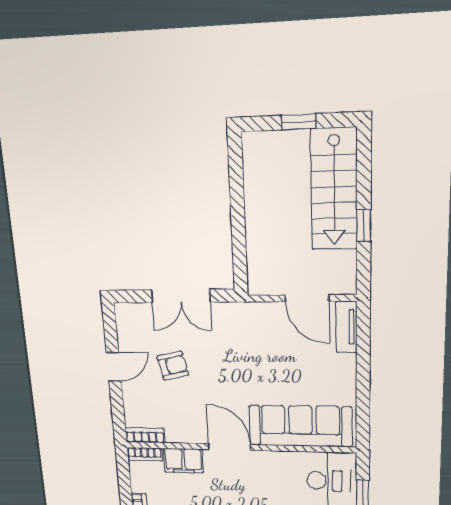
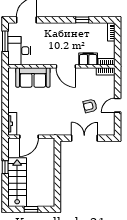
door: (307, 298) -> (29, 137), swing flipped
sofa: (300, 426) -> (33, 77), width x0.73

